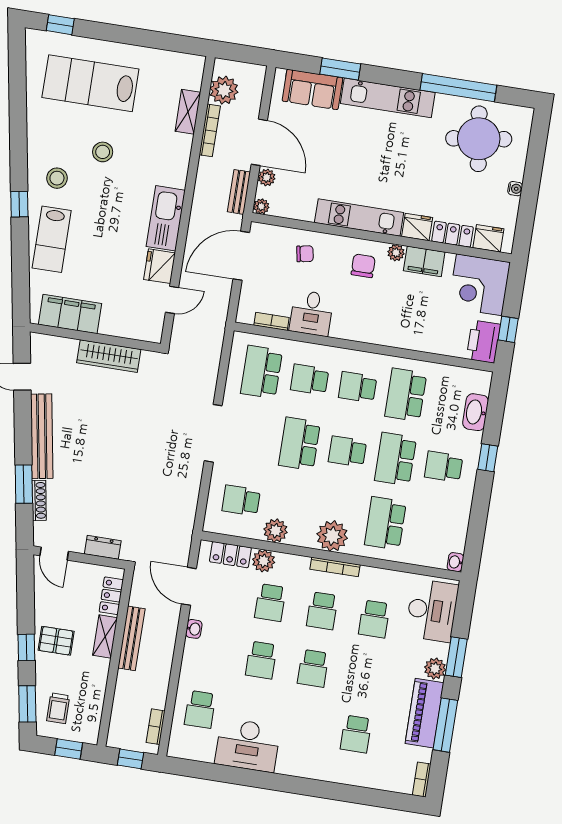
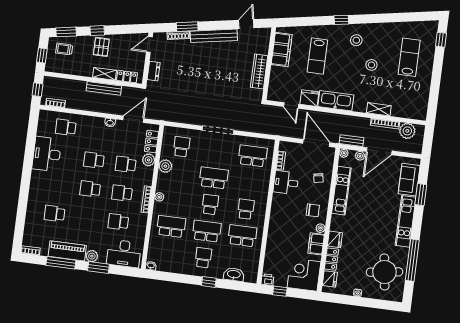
lab bench: (90, 83) -> (409, 57), width x0.73, depth x0.72
shelving: (188, 112) -> (379, 109), moved
kitchen unit: (359, 218) -> (341, 191), moved
lab bench: (52, 239) -> (317, 56), moved, turned -90
printer: (483, 342) -> (267, 280), width x0.53, depth x0.68
school desk: (310, 380) -> (249, 183), removed
plant: (332, 536) -> (159, 197), width x0.53, depth x0.53

